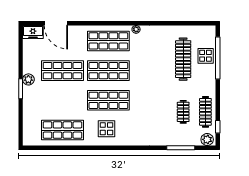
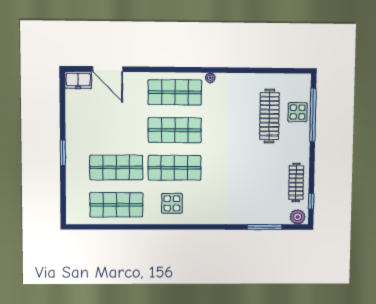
shop shelf: (62, 71) -> (116, 167), moved
plant: (28, 79) -> (73, 141), removed
clothes rail: (183, 112) -> (268, 182), removed

